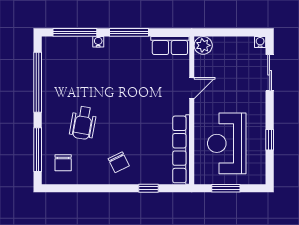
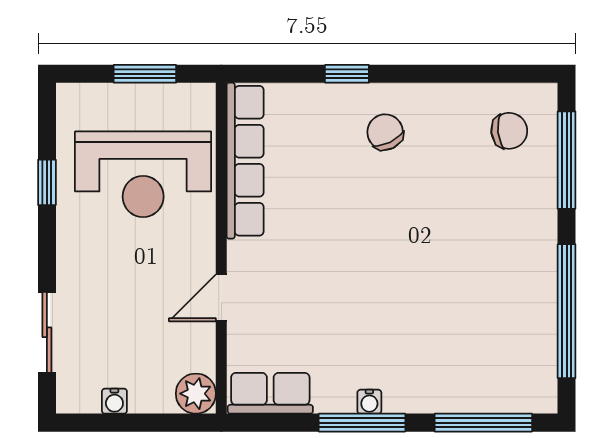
water cooler: (98, 42) -> (369, 402), moved
water cooler: (260, 42) -> (114, 401), moved
wheelchair: (83, 123) -> (465, 220), removed
reception desk: (227, 143) -> (143, 174), turned 90
chair: (63, 163) -> (509, 131), turned 84
window: (149, 188) -> (347, 74), moved

